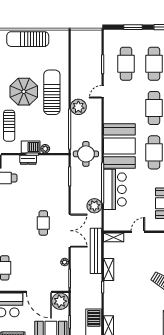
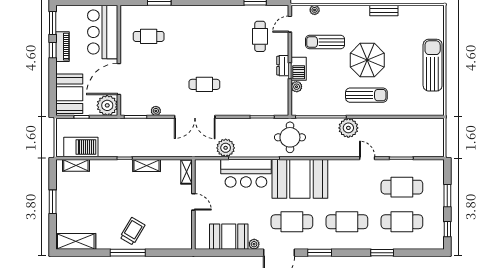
sun lounger: (52, 92) -> (366, 95), width x0.73, depth x0.75
bench: (96, 251) -> (170, 150), removed

